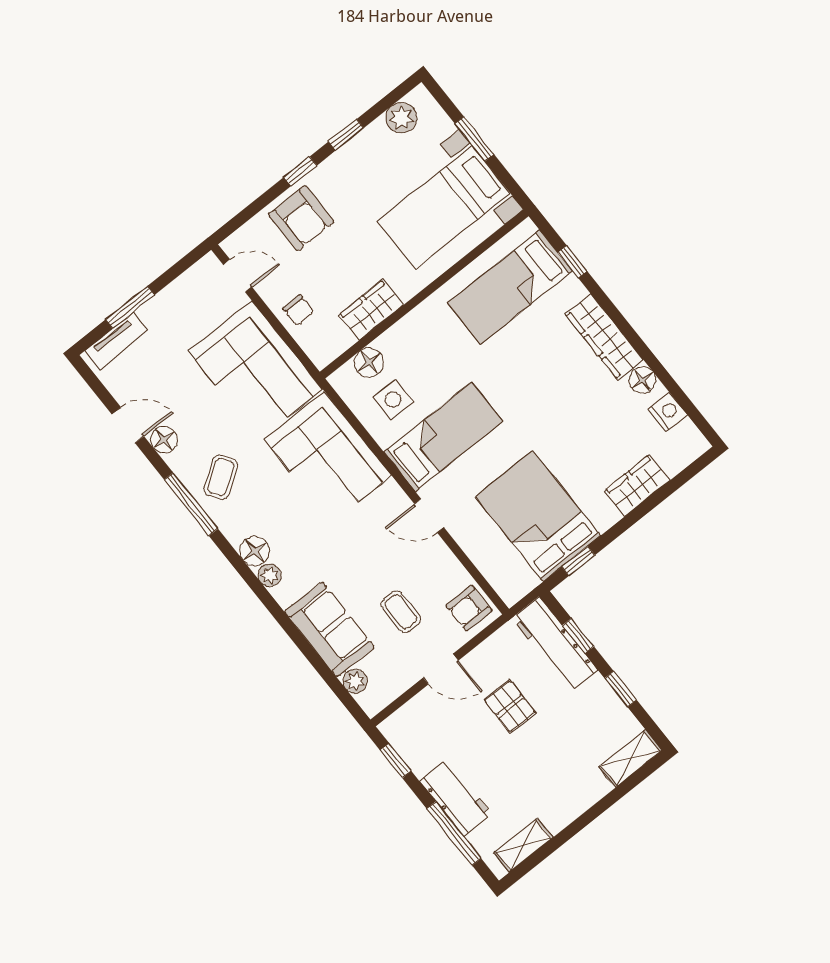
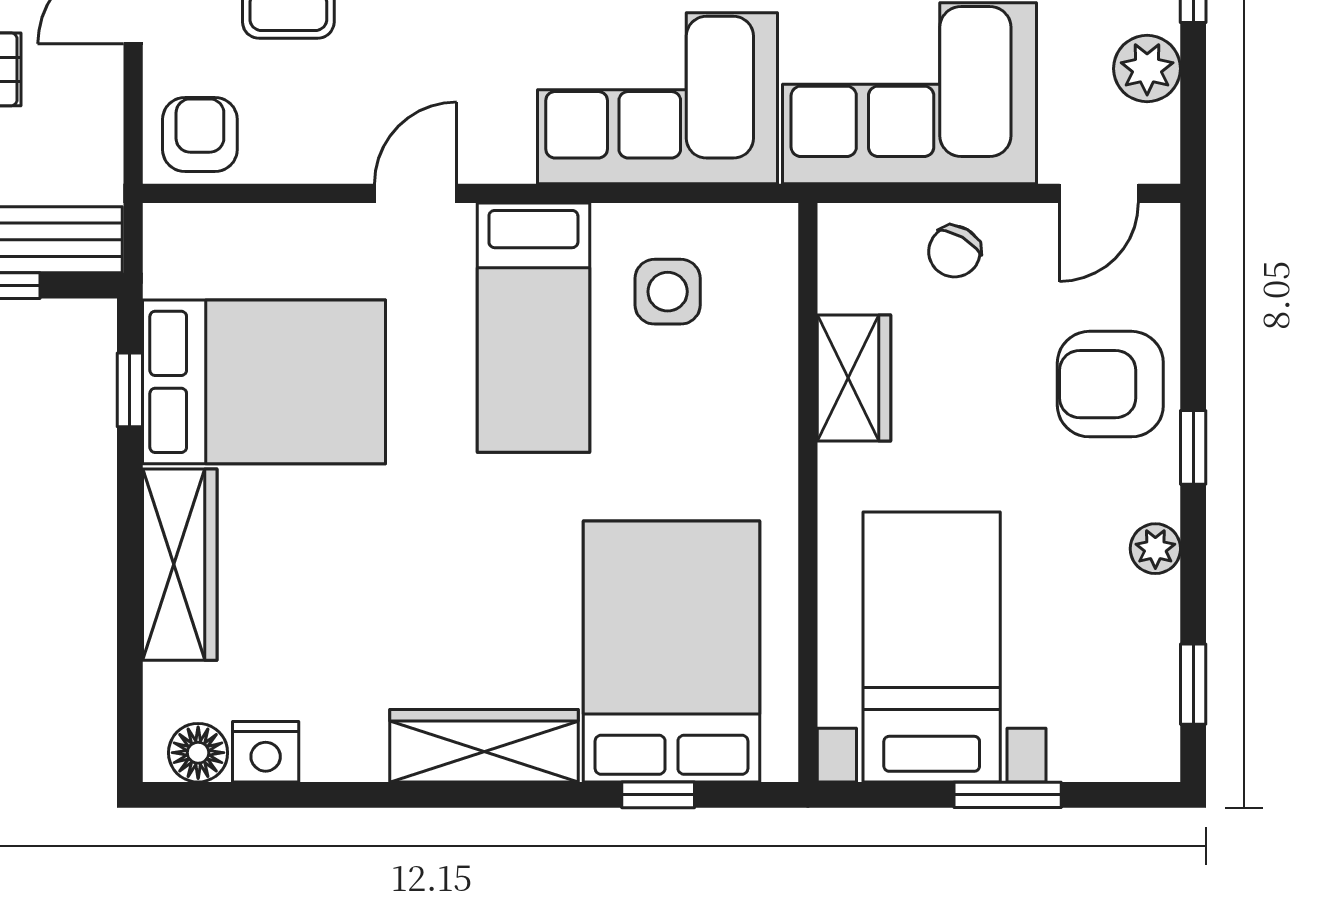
plant: (401, 118) -> (1155, 549), moved, width x0.73, depth x0.73
window: (346, 135) -> (1193, 684), moved
bed: (510, 287) -> (671, 652), width x1.50
plant: (180, 294) -> (1147, 69), added
chair: (298, 310) -> (954, 251), turned -60
floor lamp: (369, 362) -> (766, 301), removed
floor lamp: (643, 380) -> (198, 753), moved
wardrobe: (637, 486) -> (180, 565), width x1.50

